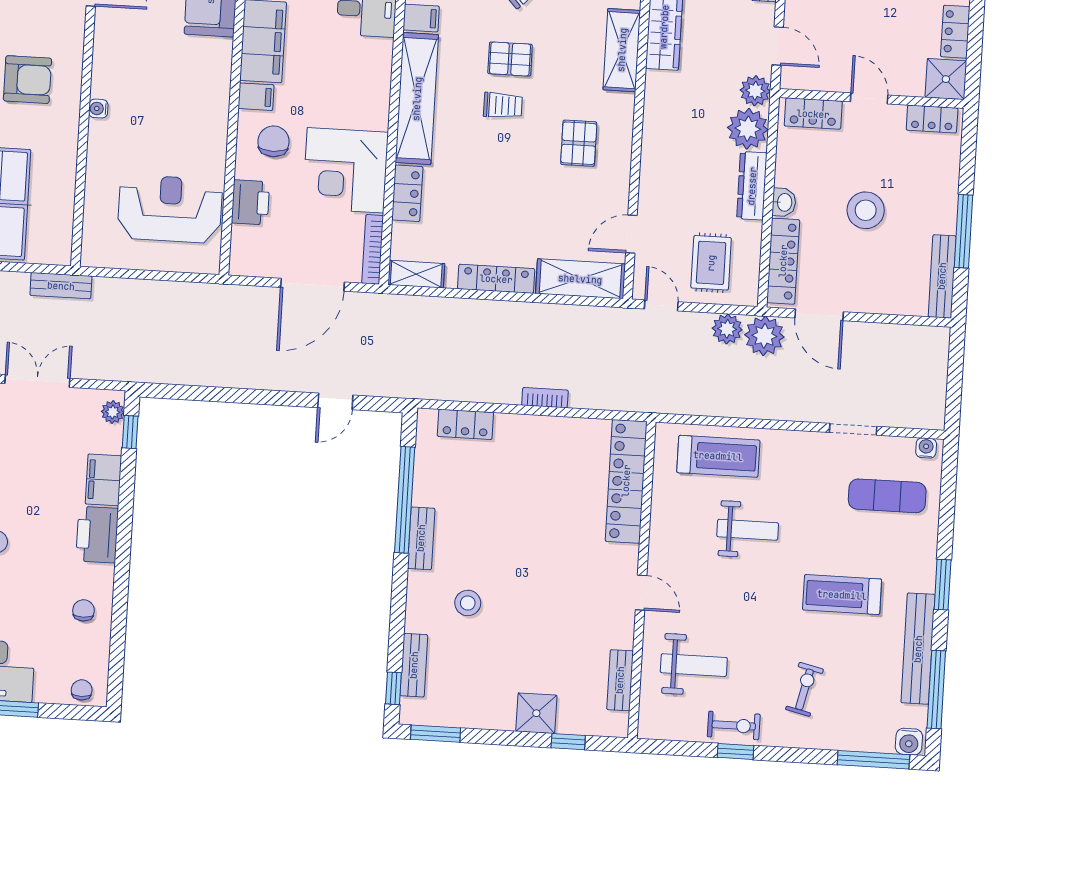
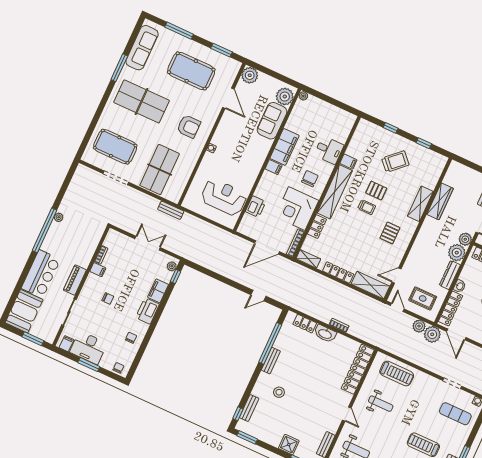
chair: (273, 141) -> (310, 179), moved
rug: (711, 263) -> (423, 298), turned 90
washbasin: (521, 429) -> (325, 334), added
weight bench: (748, 530) -> (381, 404), moved

